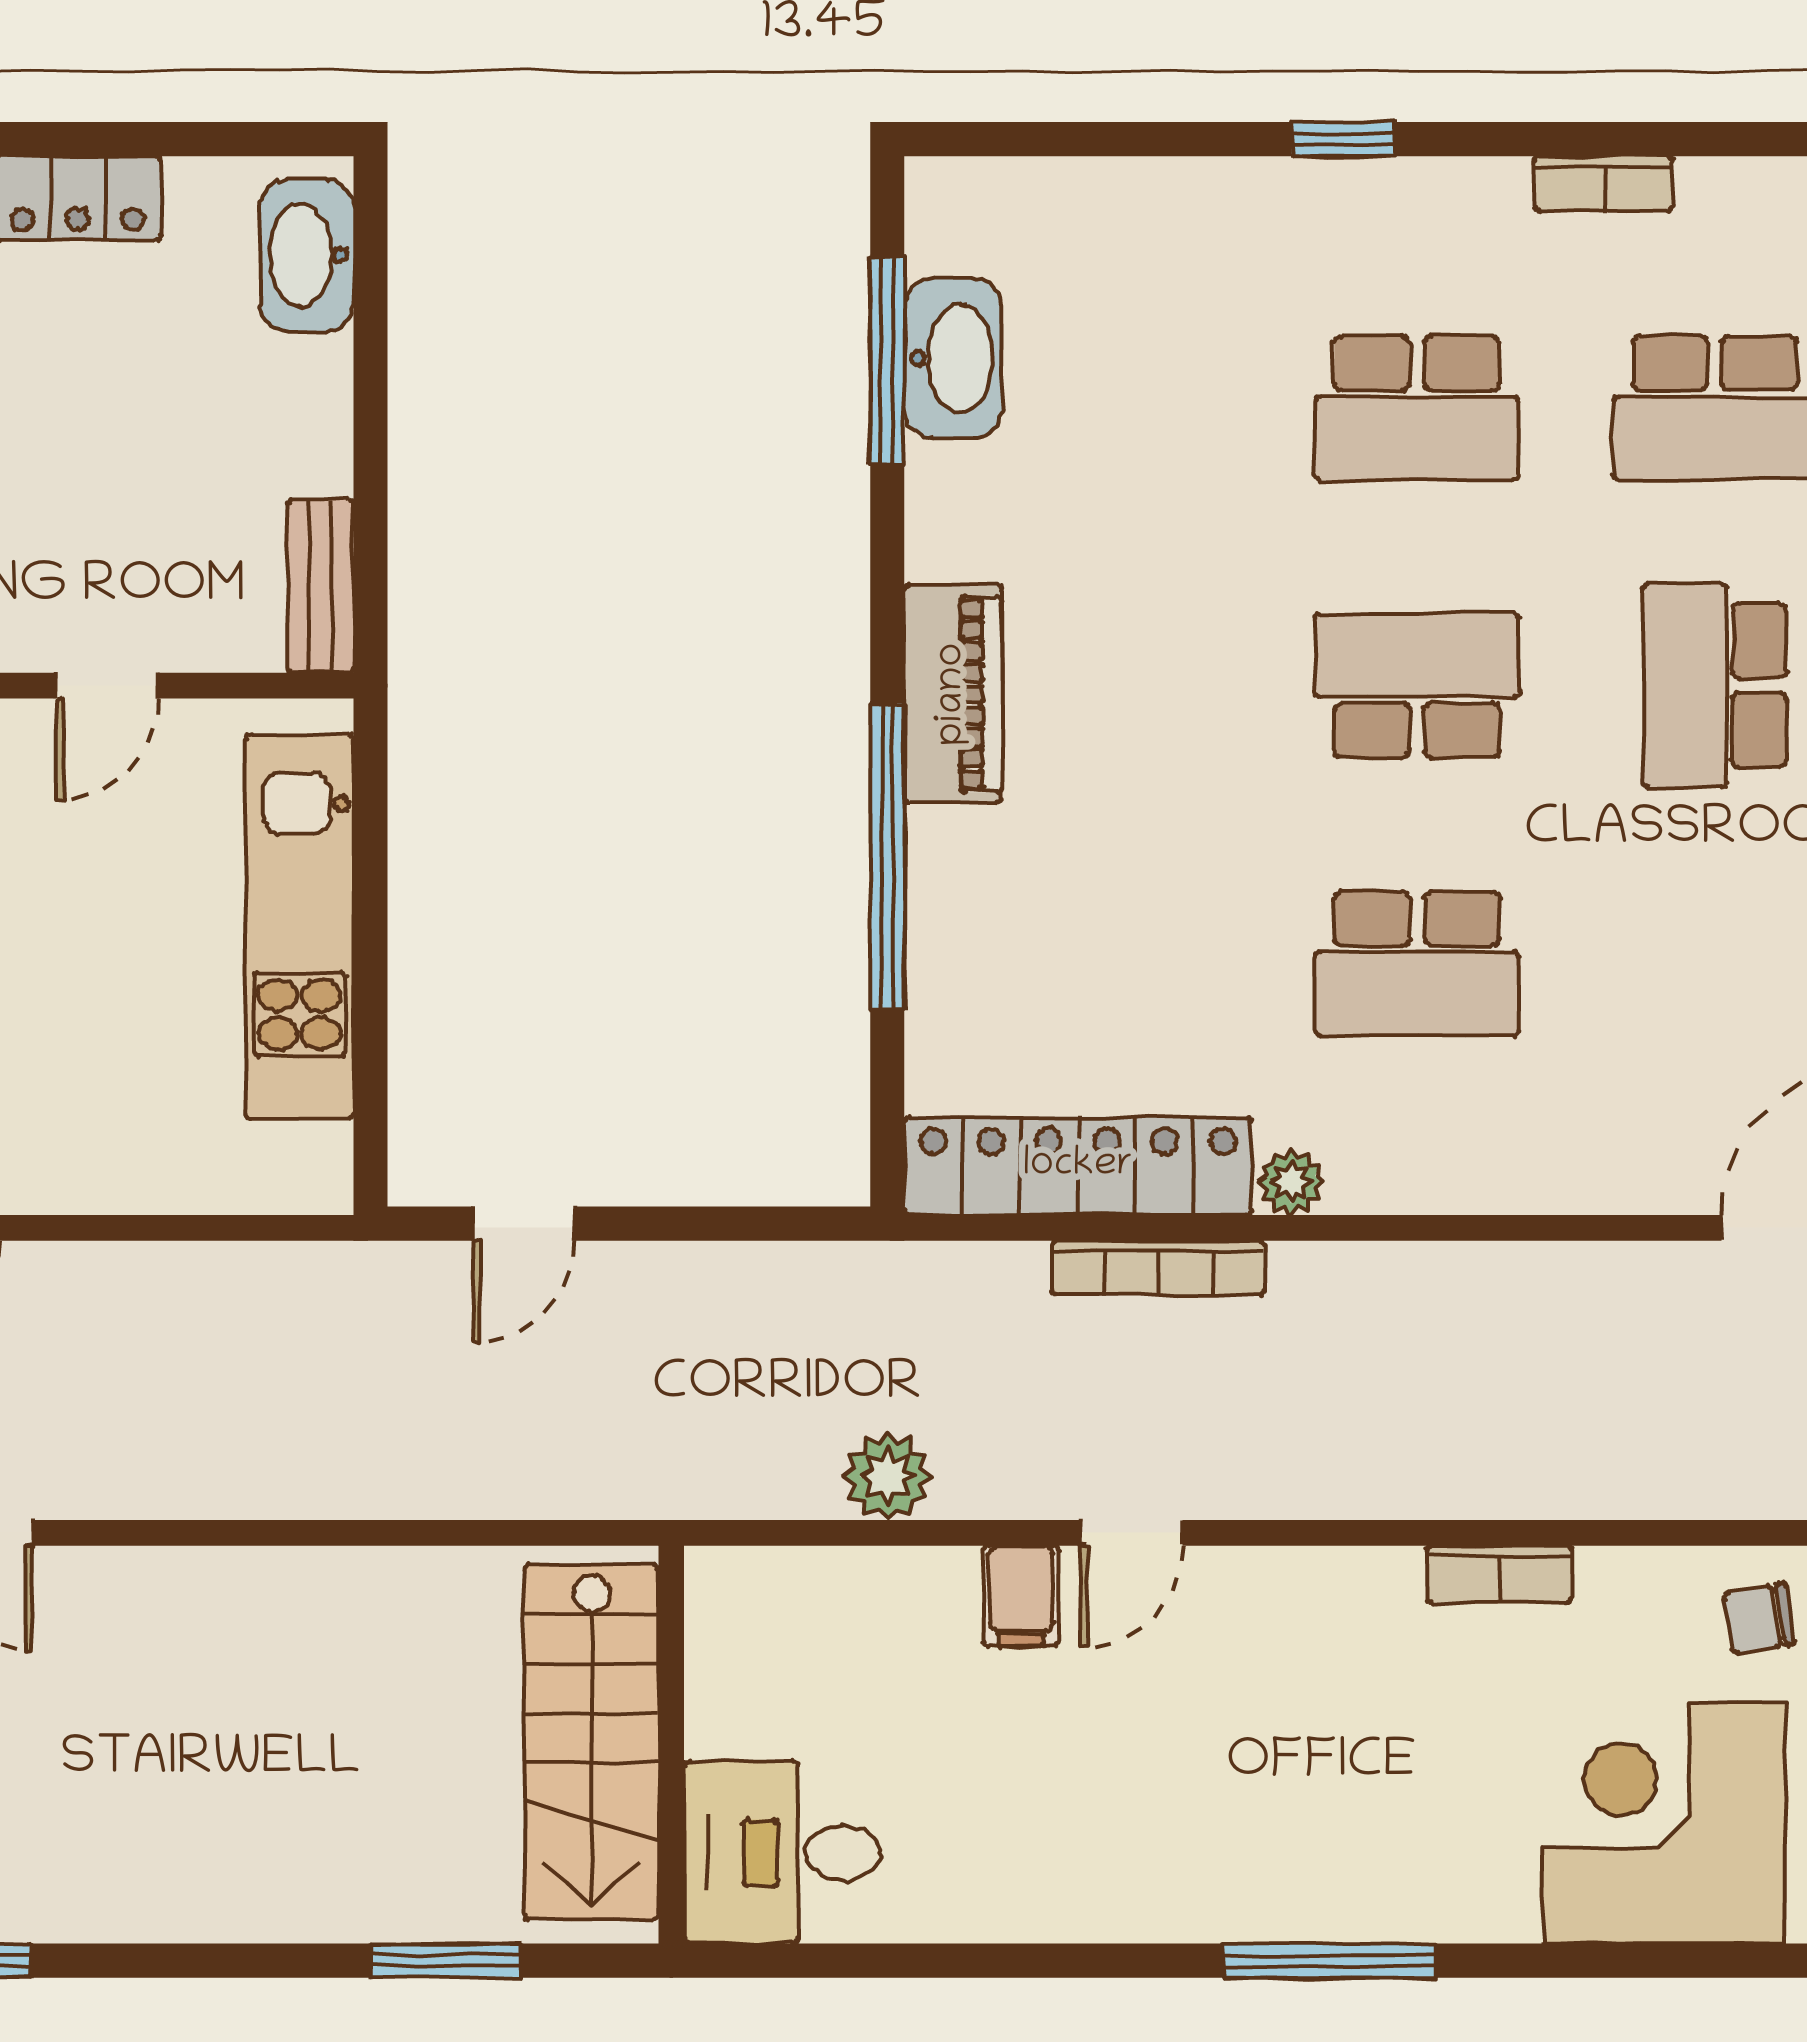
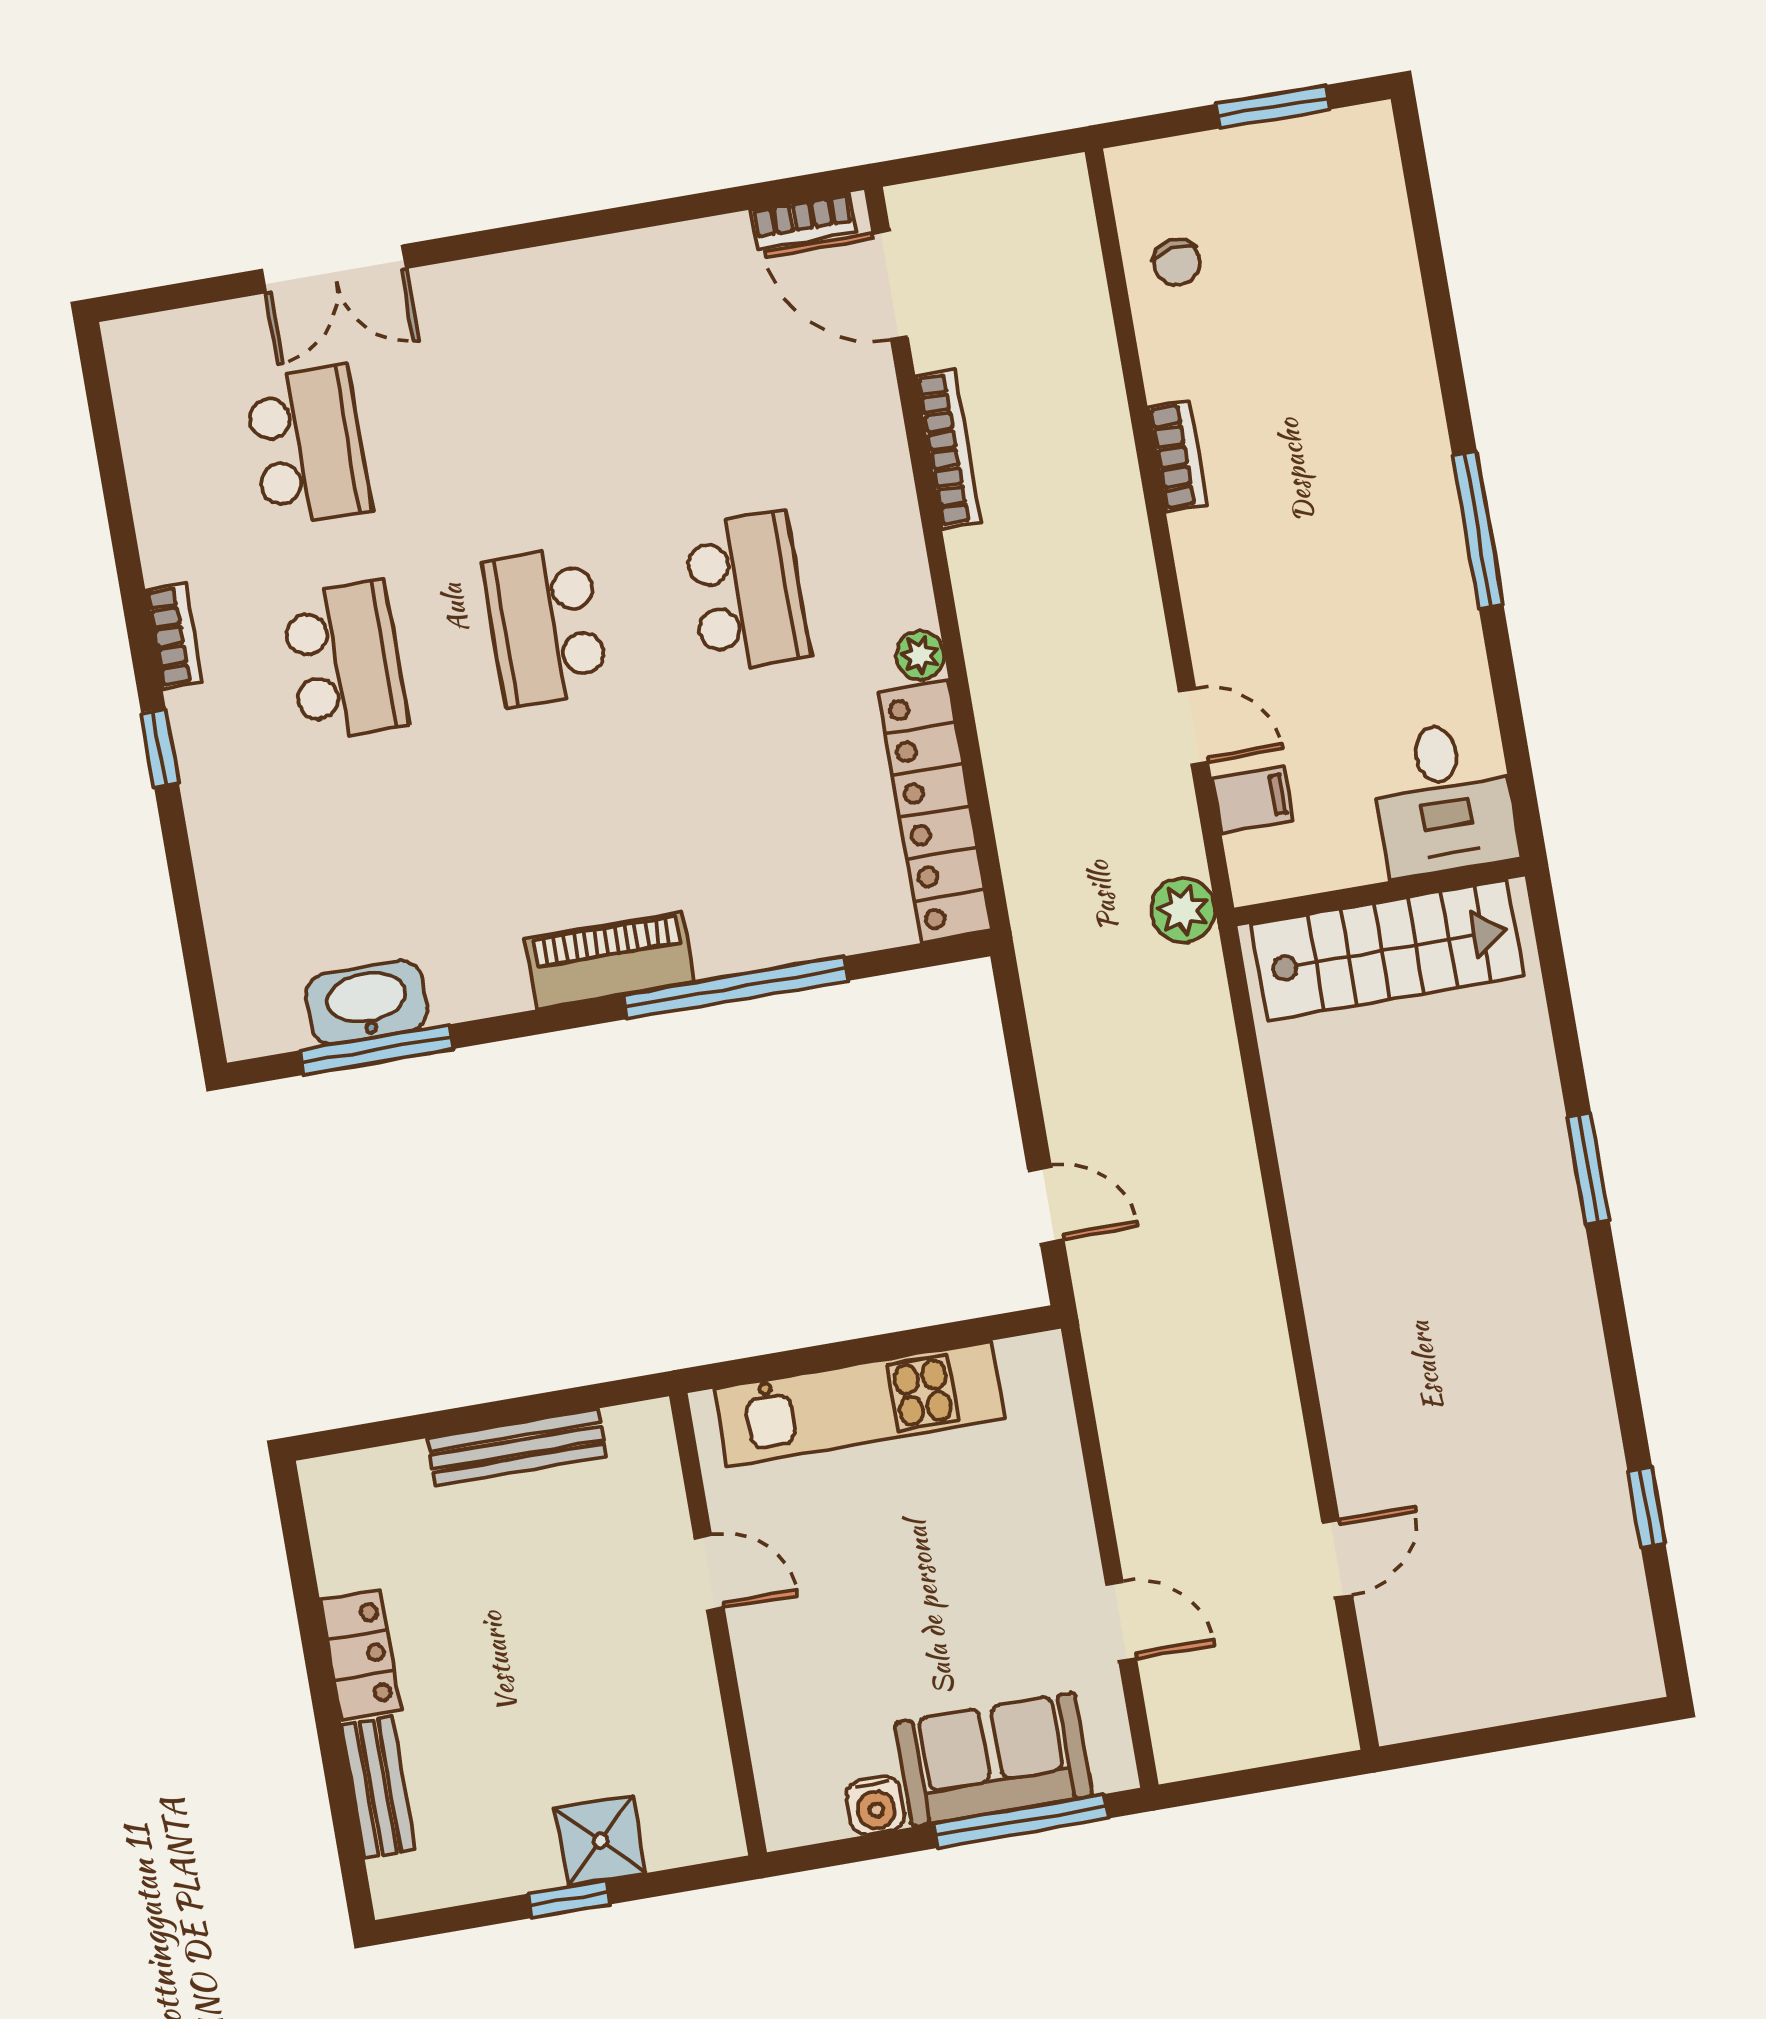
bookcase: (1604, 184) -> (174, 636), moved
washbasin: (307, 255) -> (373, 1482), removed
bench: (320, 586) -> (517, 1447), moved, width x1.36
school desk: (1715, 686) -> (508, 411), removed
bookcase: (1158, 1268) -> (948, 449), moved
stairs: (592, 1742) -> (1387, 950), moved
wall: (671, 1745) -> (1380, 892), moved
corner desk: (1664, 1823) -> (1336, 305), removed
desk: (782, 1853) -> (1444, 799), moved

